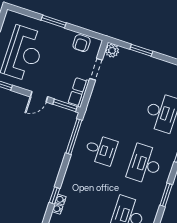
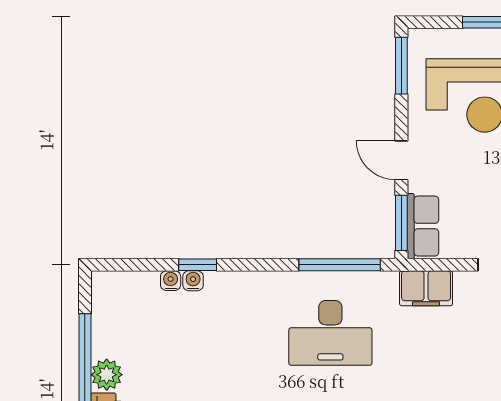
row of seats: (79, 92) -> (423, 226), moved, turned 90
filing cabinet: (95, 104) -> (426, 288), added
desk: (101, 150) -> (330, 333), width x1.37

